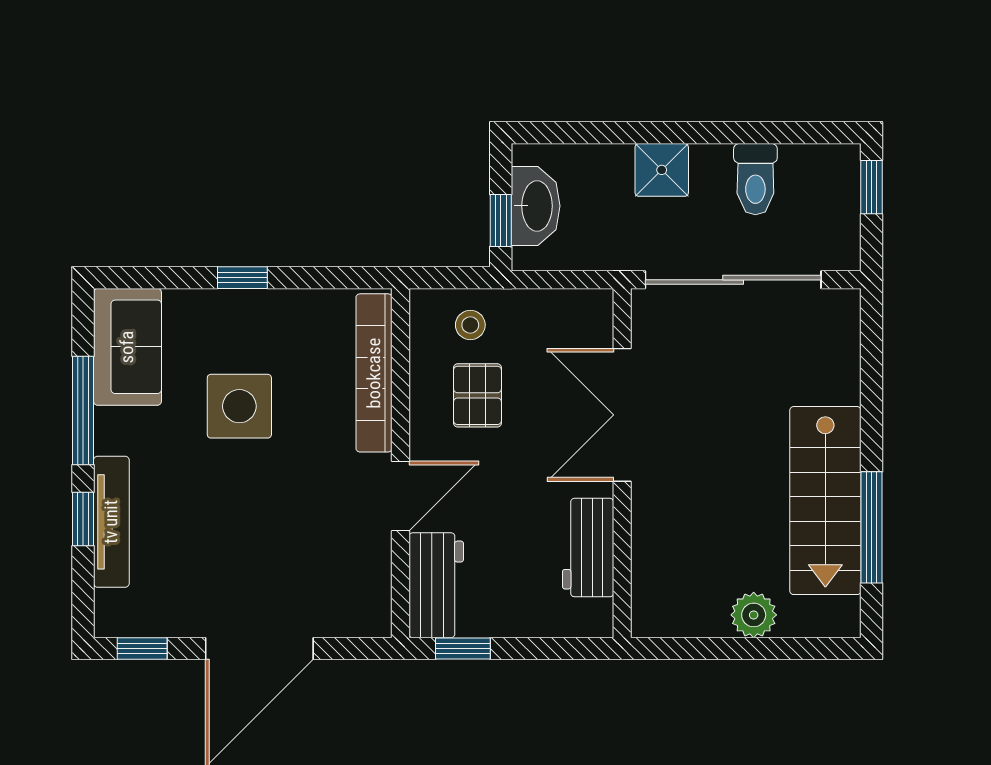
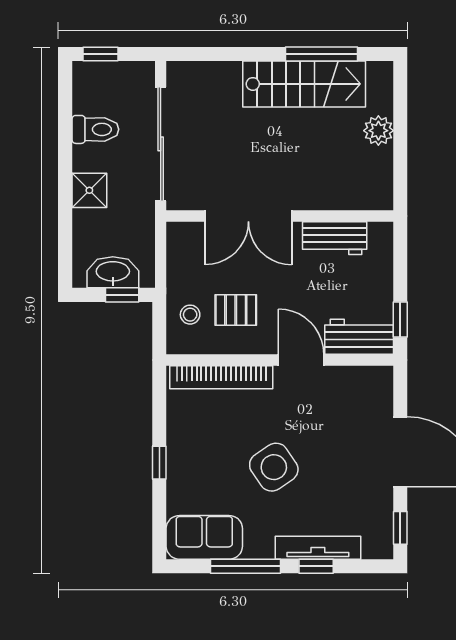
side table: (239, 406) -> (274, 467), moved, turned -34

